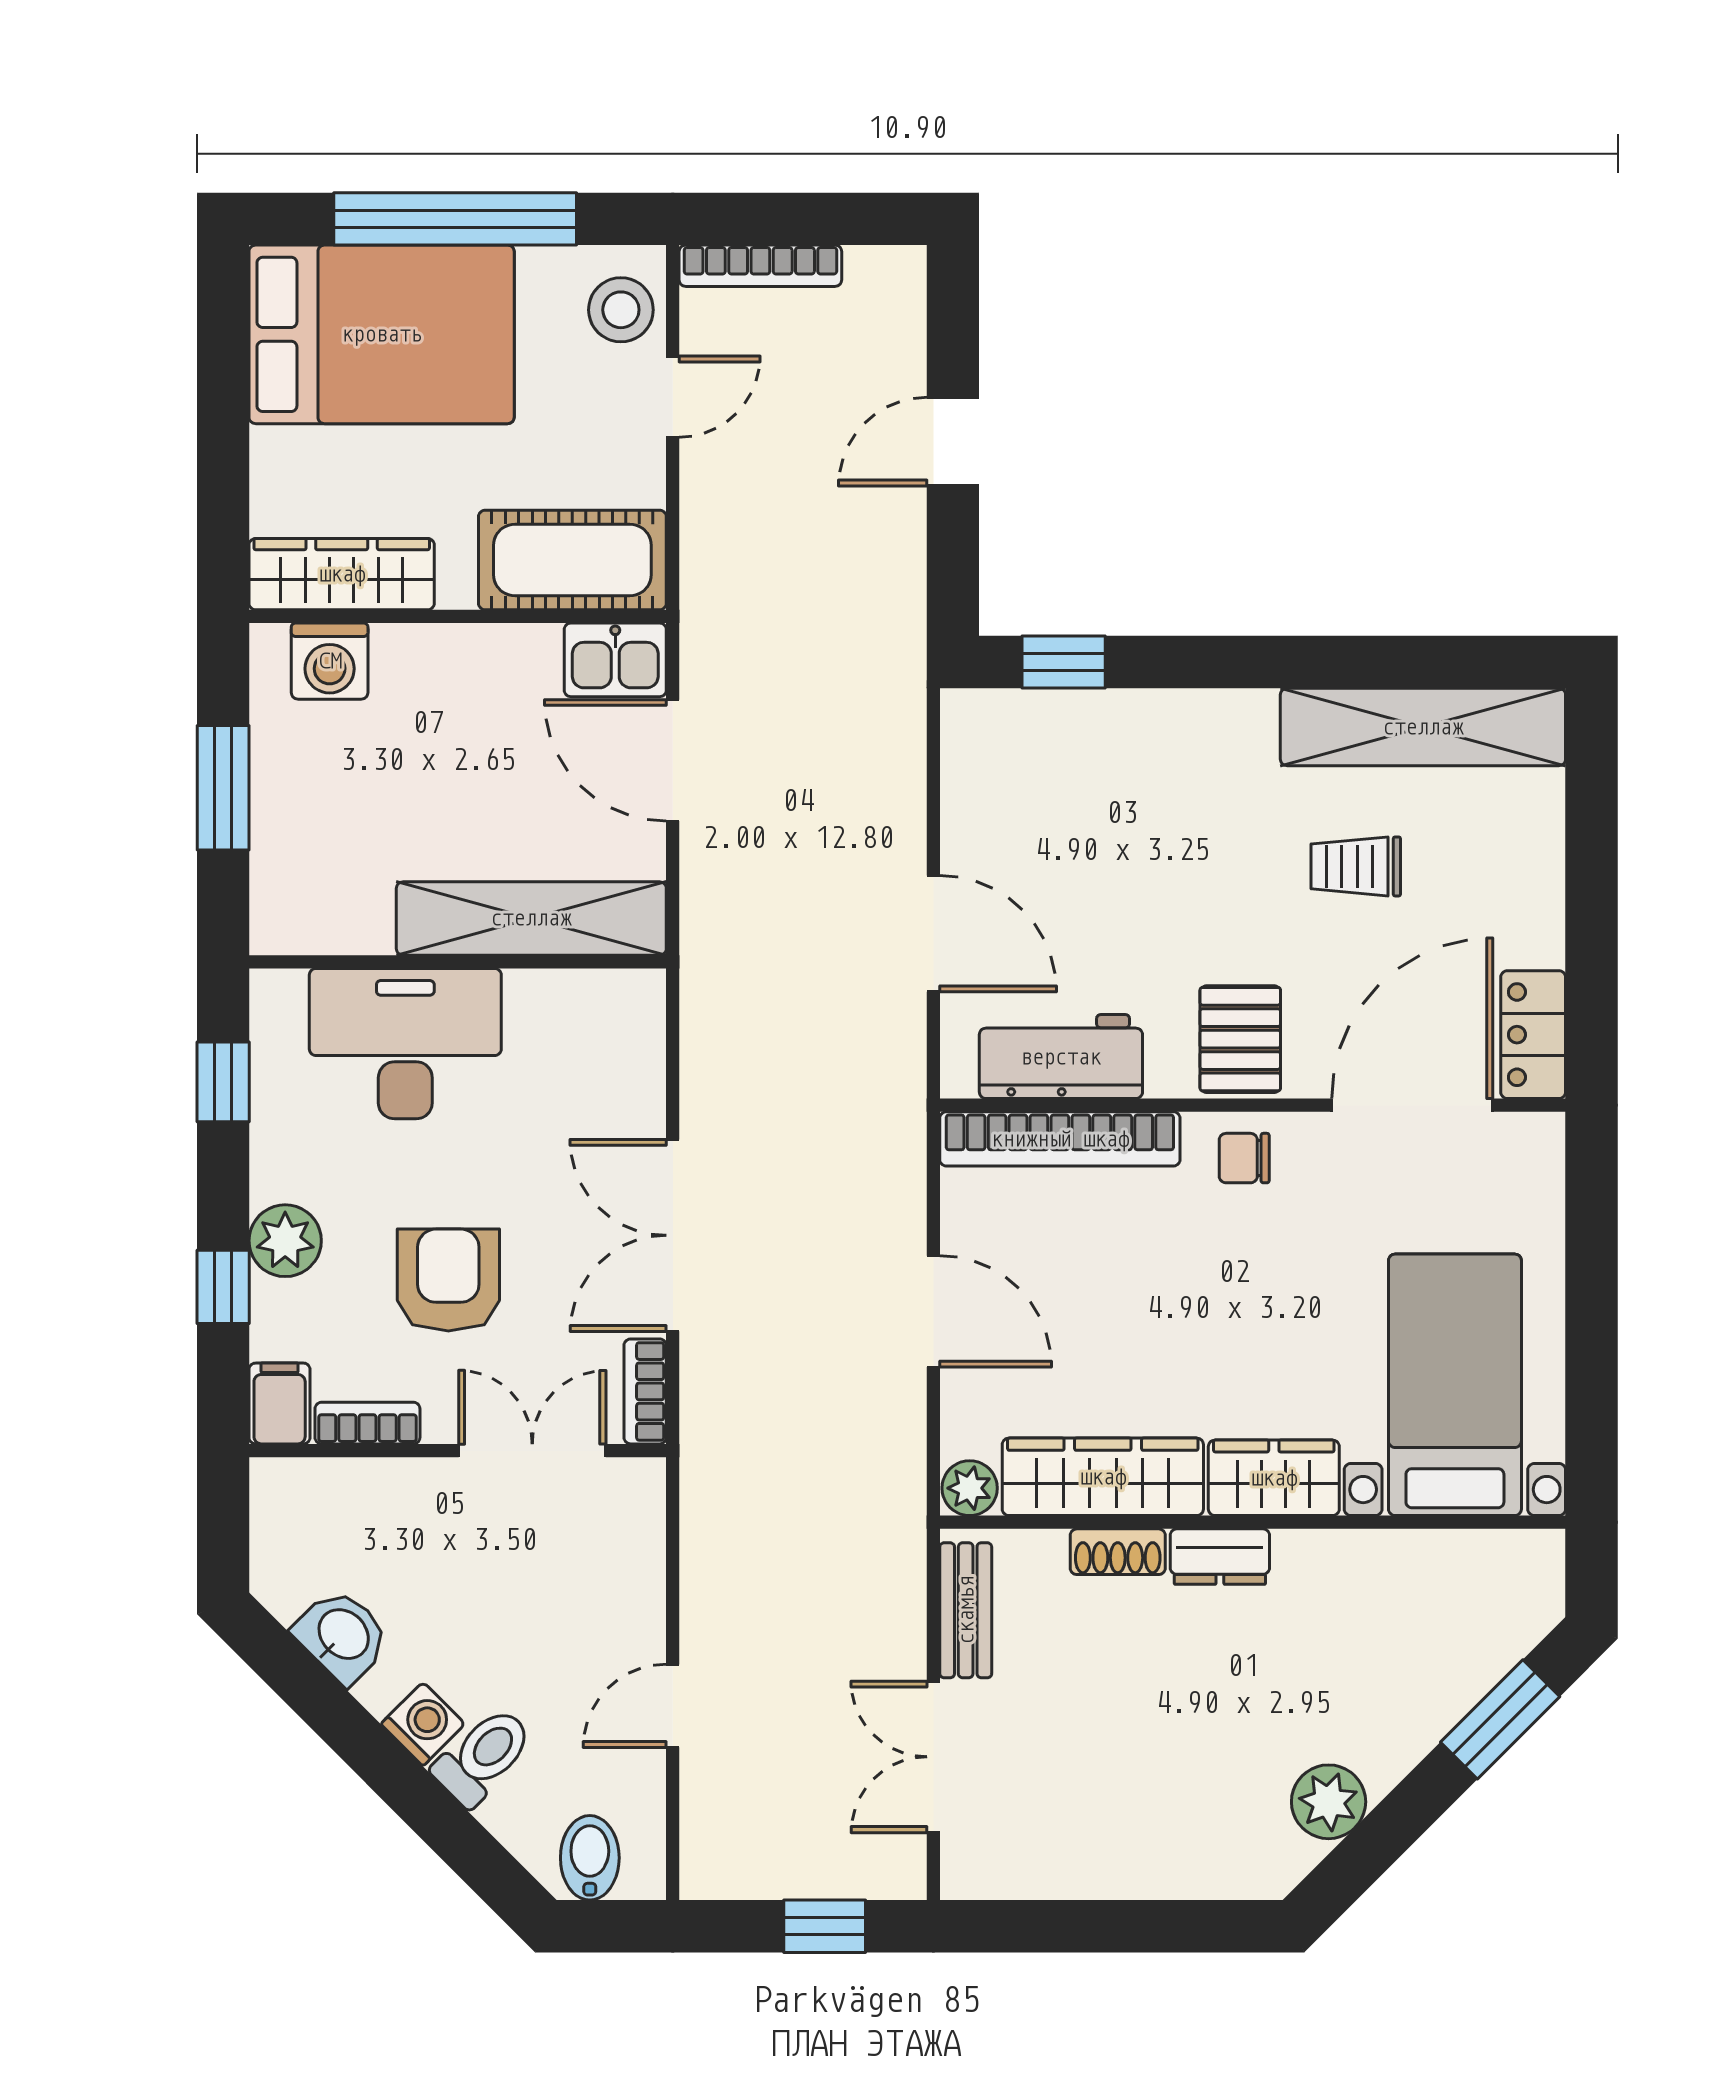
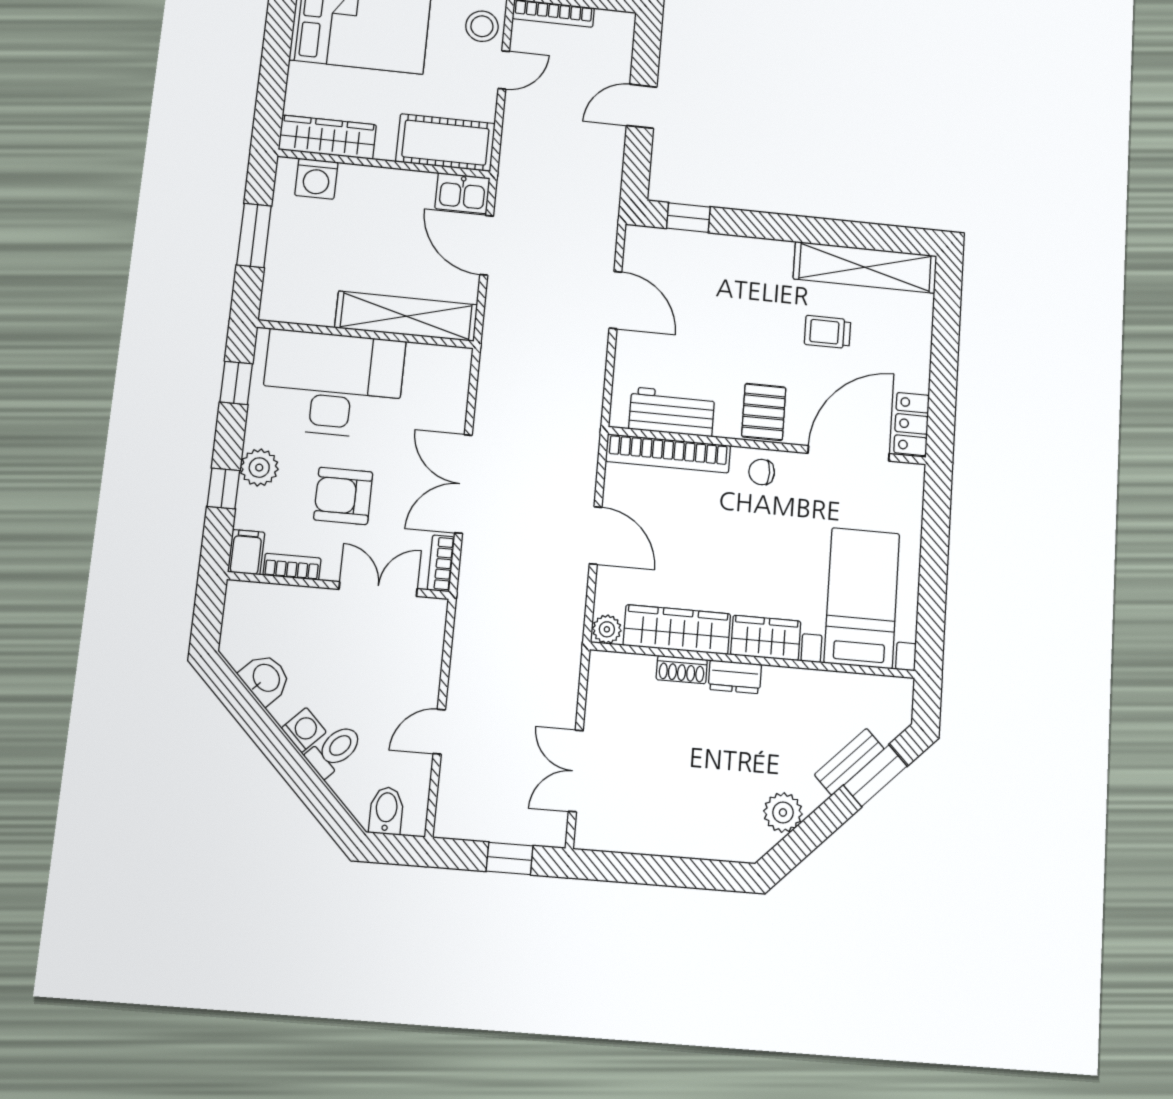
door: (933, 934) -> (615, 300), moved
desk: (405, 1044) -> (333, 384), width x1.36, depth x1.30
armchair: (448, 1280) -> (343, 496), turned -90
bench: (966, 1610) -> (849, 762), moved, turned 45

